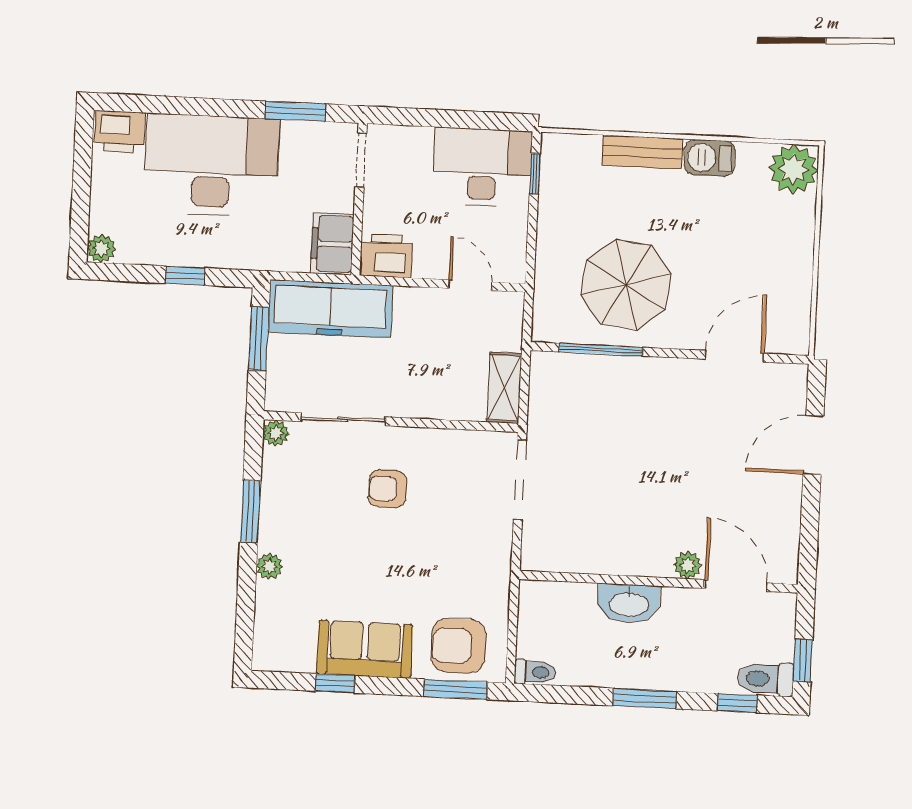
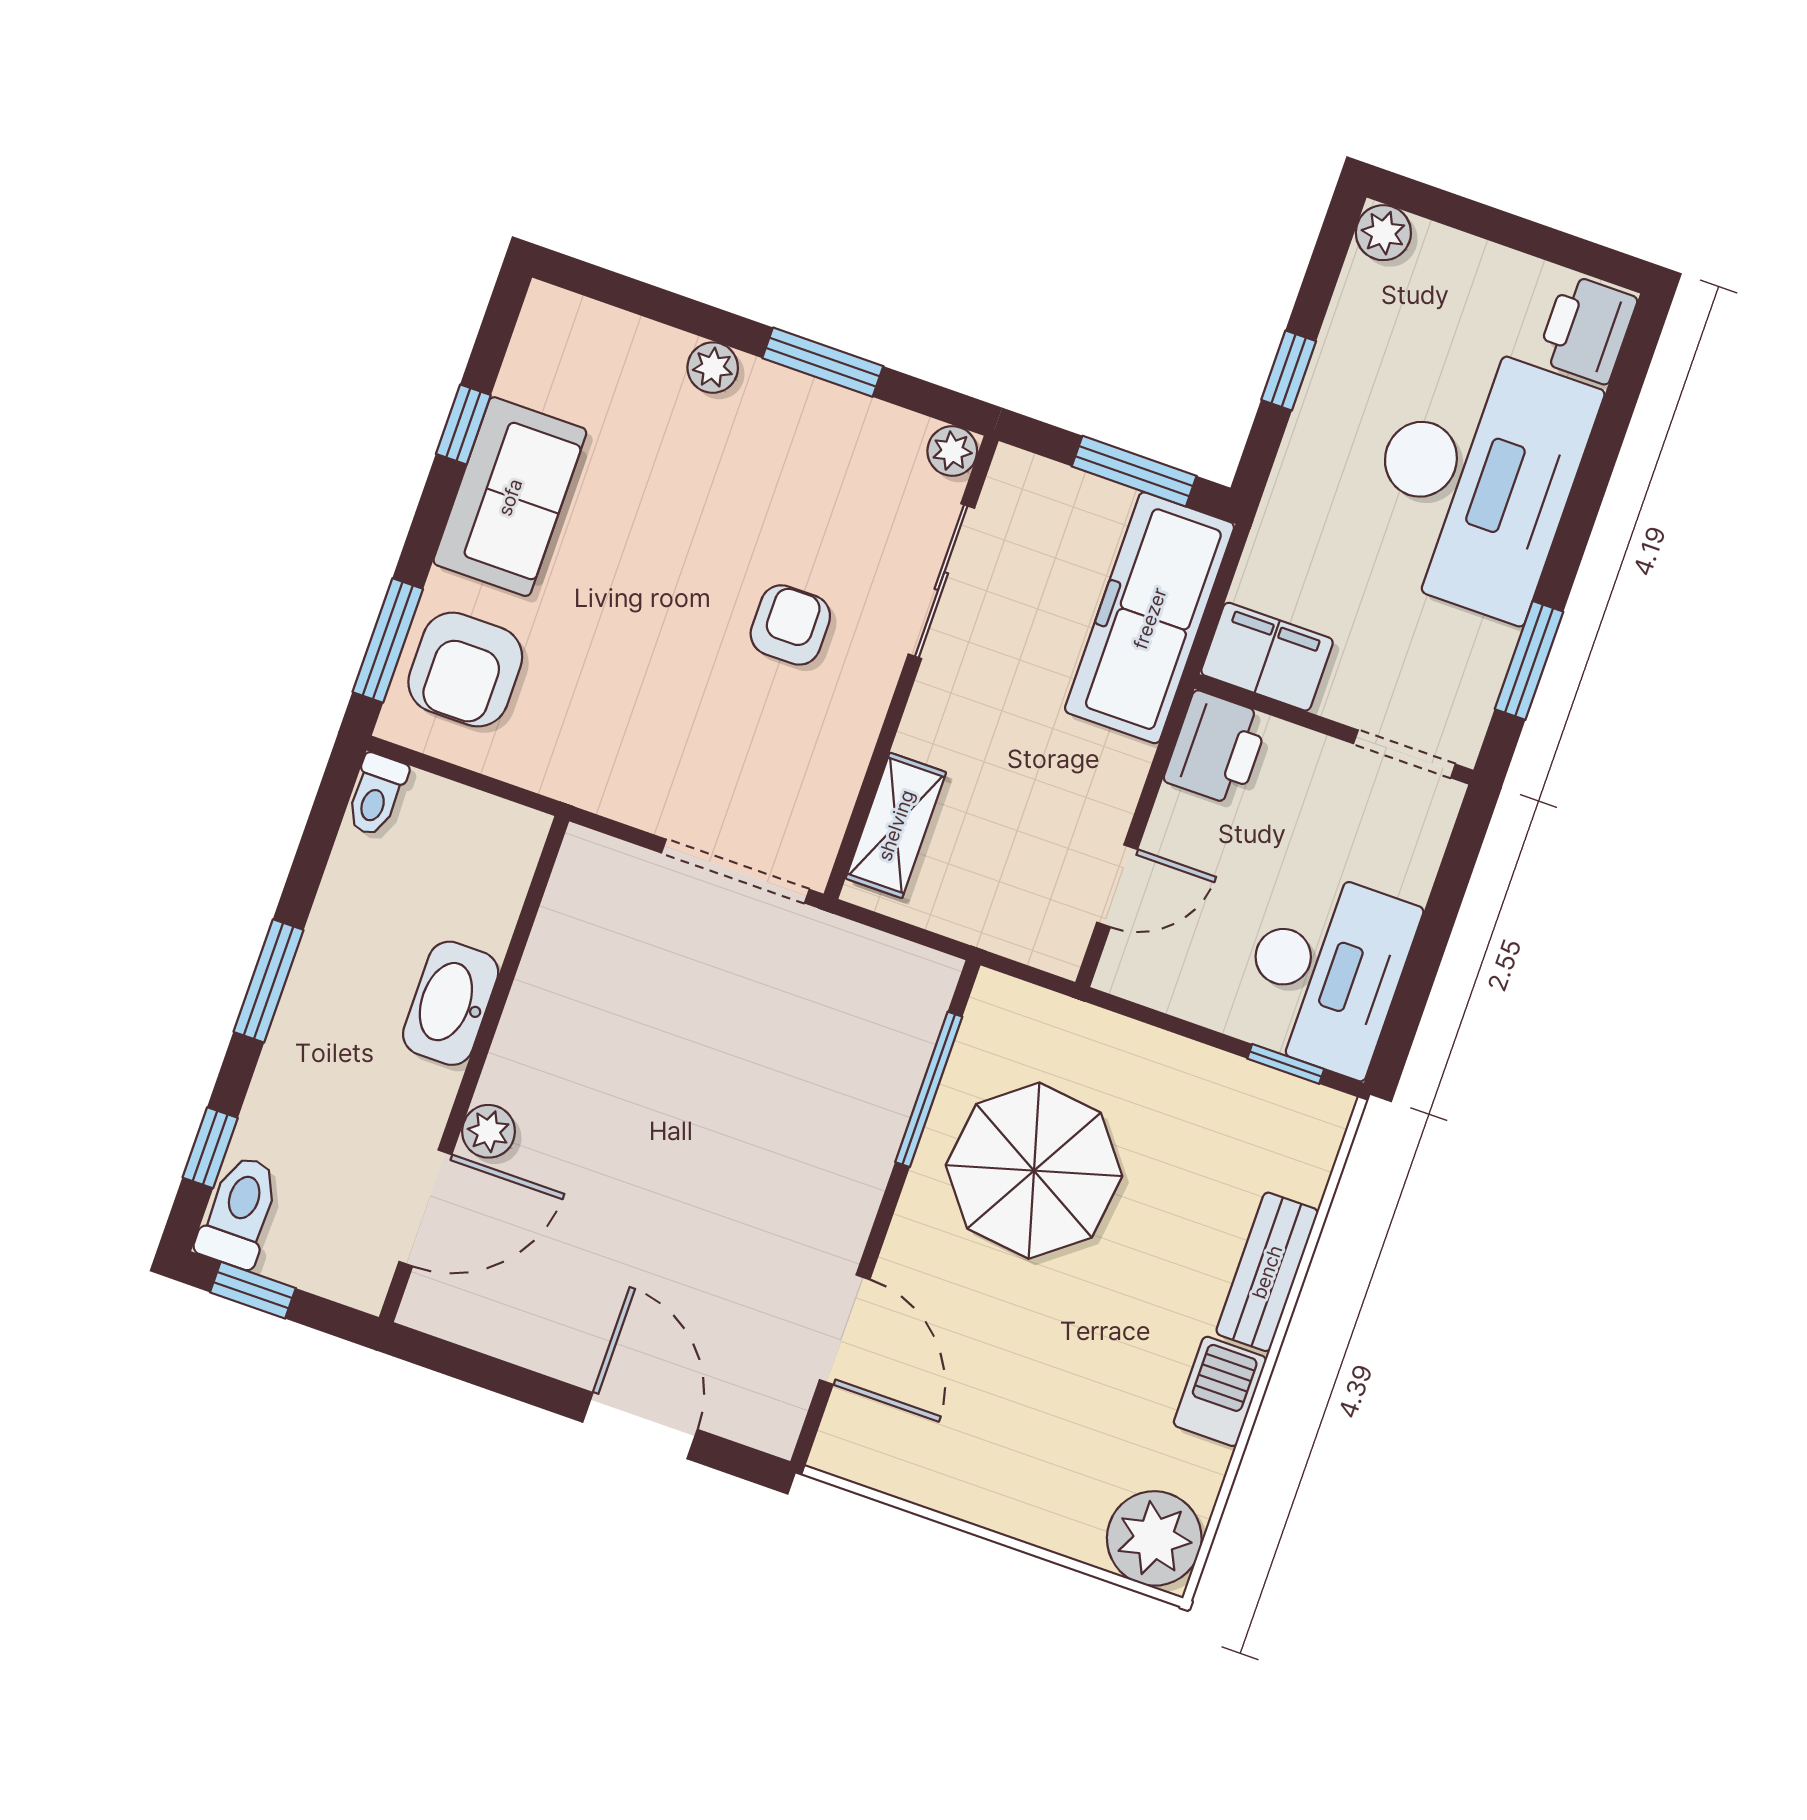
shelving: (504, 388) -> (896, 825), moved, turned 90
armchair: (458, 646) -> (465, 669), turned 180

